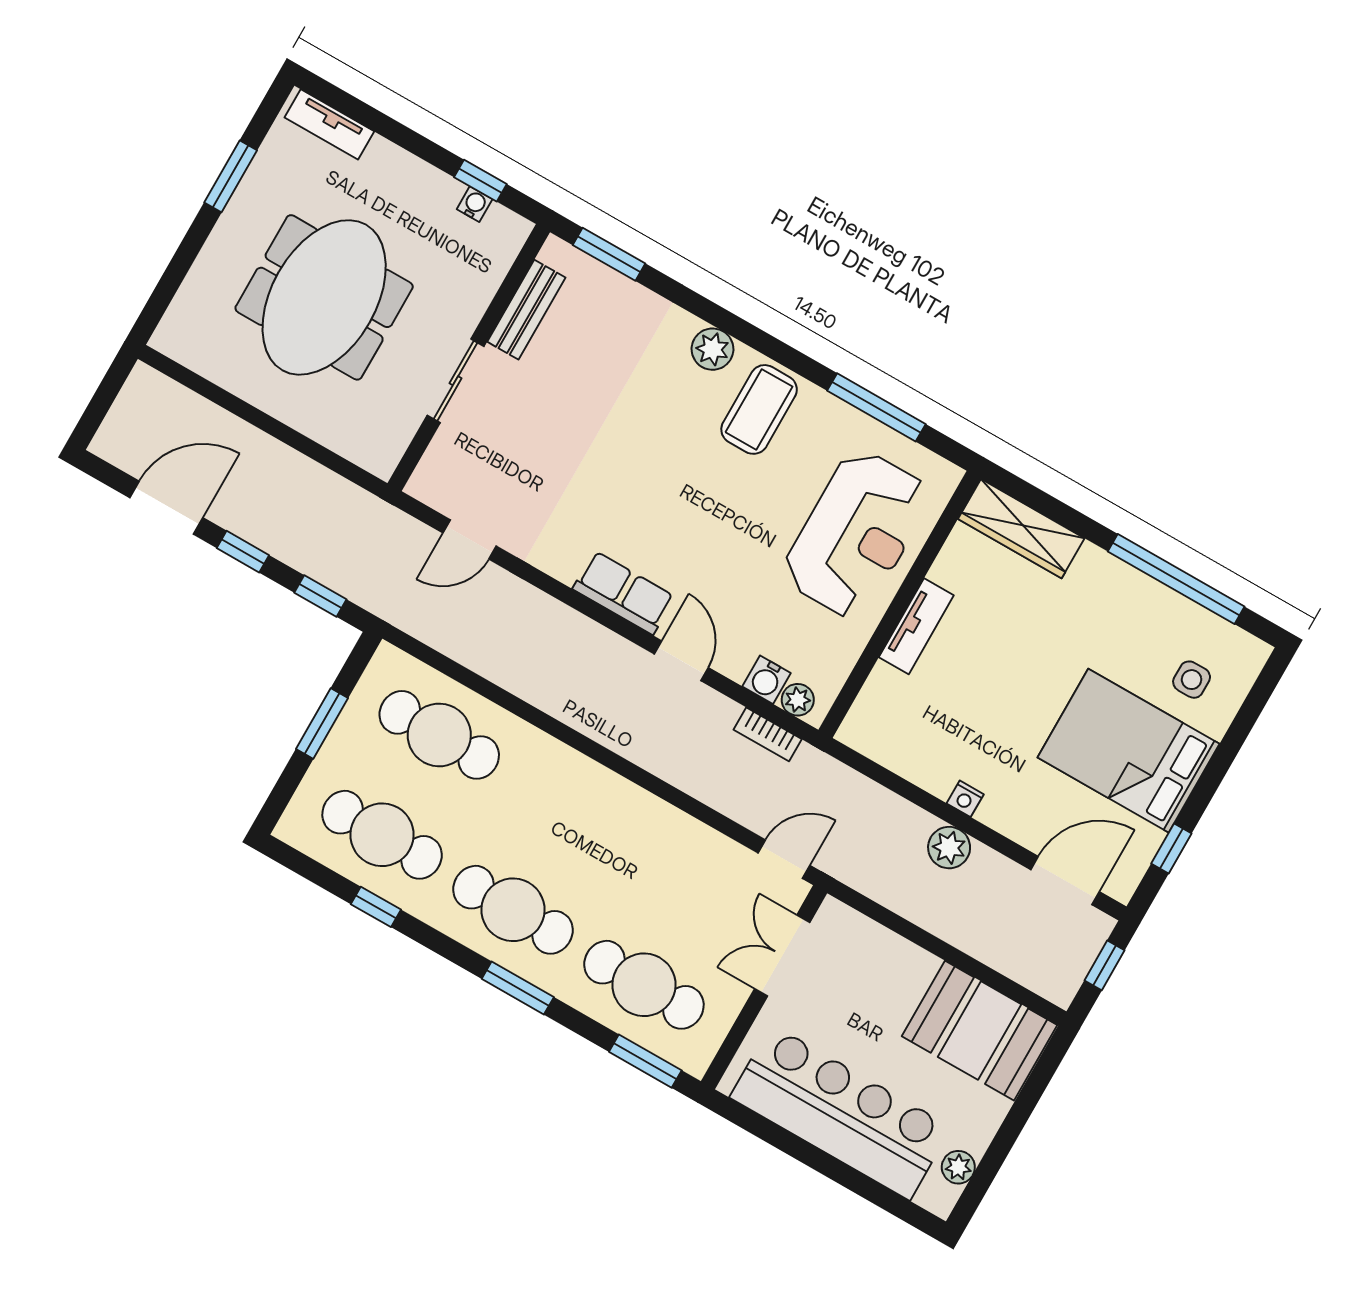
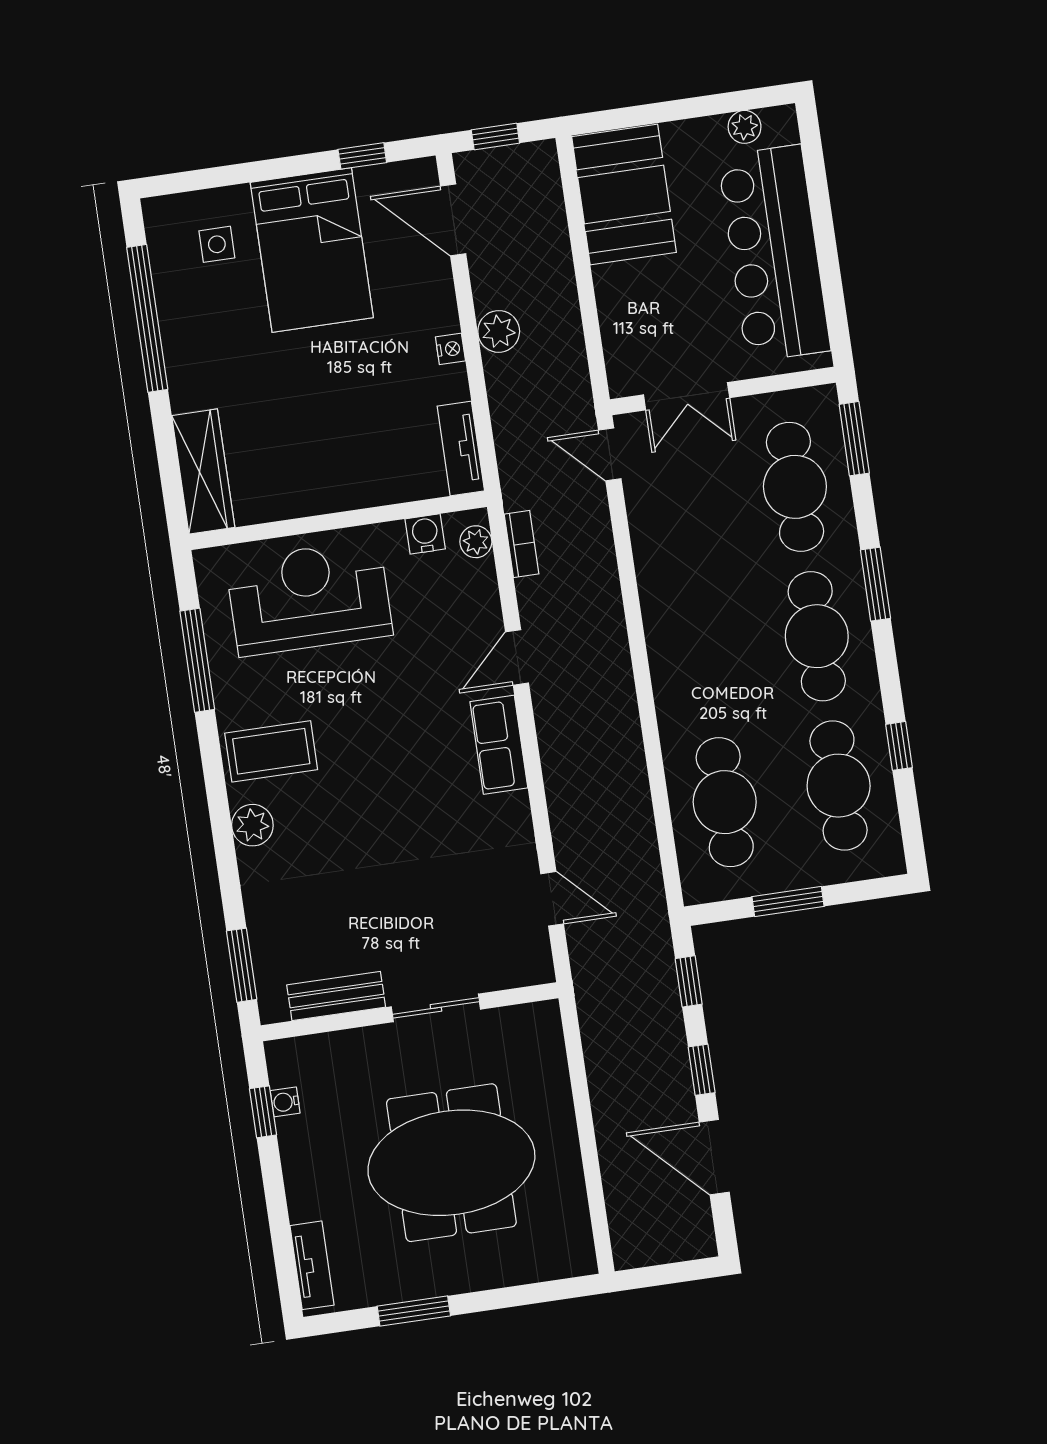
tv unit: (916, 626) -> (461, 448), moved, turned -90
water cooler: (767, 680) -> (425, 534), moved, turned -90

